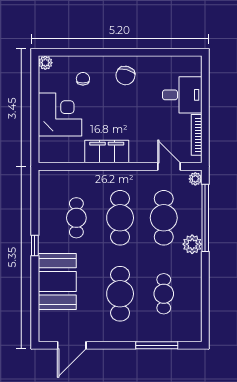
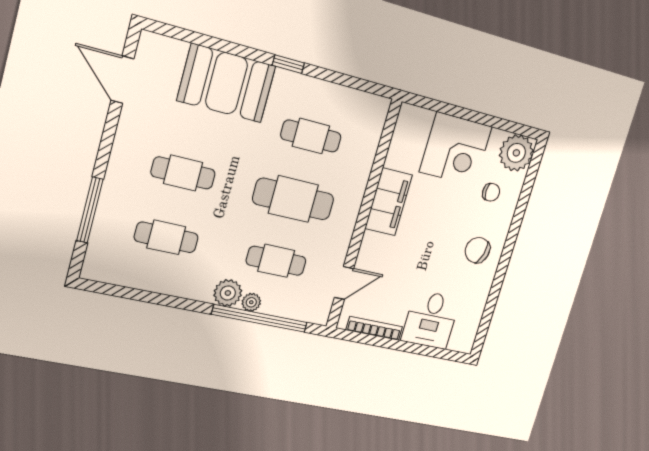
plant: (45, 63) -> (516, 153), width x1.88, depth x1.88
plant: (195, 179) -> (251, 302), moved
cafe table: (164, 218) -> (276, 261), width x0.73, depth x0.74
cafe table: (120, 294) -> (183, 173), width x0.73, depth x0.74

